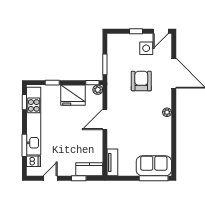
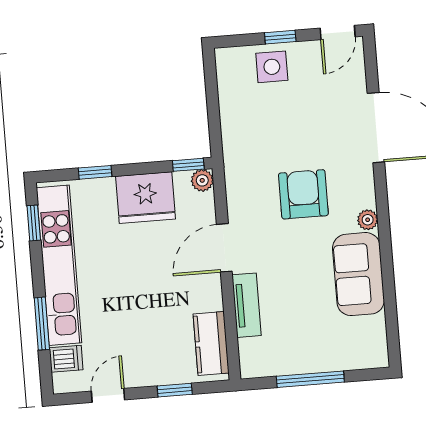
side table: (146, 48) -> (272, 67), moved
window: (105, 64) -> (214, 120), removed
armchair: (141, 81) -> (303, 194), moved
tv unit: (112, 162) -> (247, 305), moved
sofa: (154, 166) -> (358, 274), moved, turned -90
kitchen counter: (89, 169) -> (211, 343), moved, turned -90
window: (154, 178) -> (310, 379), moved

